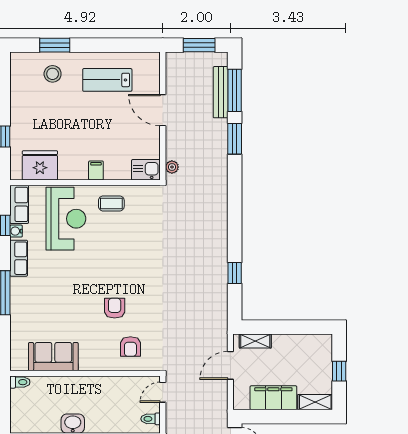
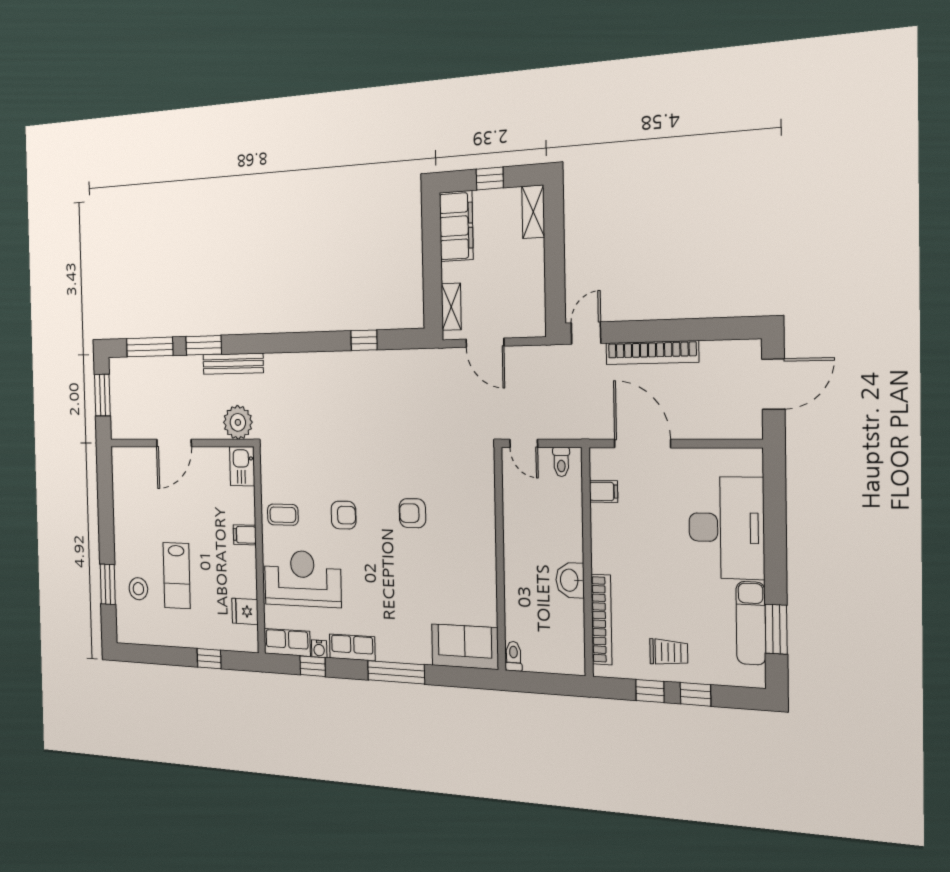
lab bench: (107, 80) -> (177, 576), moved
bench: (221, 92) -> (233, 364), moved
fridge: (40, 165) -> (245, 611), width x0.53, depth x0.75
plant: (172, 167) -> (238, 422), width x1.87, depth x1.87
coffee table: (111, 203) -> (283, 515), turned 90
armchair: (130, 346) -> (344, 515), moved
sofa: (53, 357) -> (465, 647), moved, turned 90
filing cabinet: (273, 398) -> (456, 226), moved, turned 180

